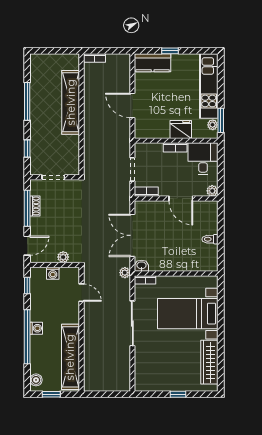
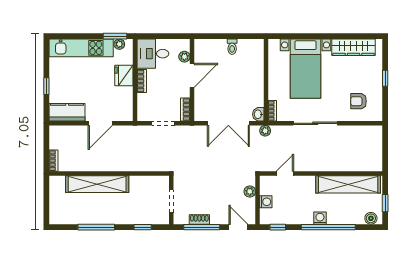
kitchen counter: (153, 63) -> (67, 112), moved, turned -90
plant: (212, 191) -> (184, 57), moved
armchair: (155, 367) -> (359, 101), added

